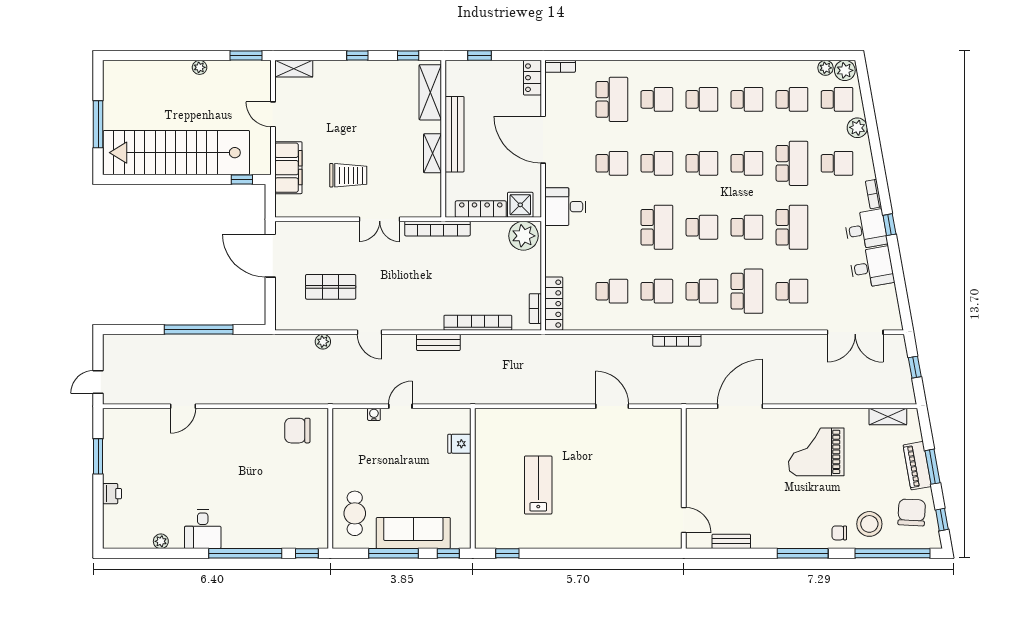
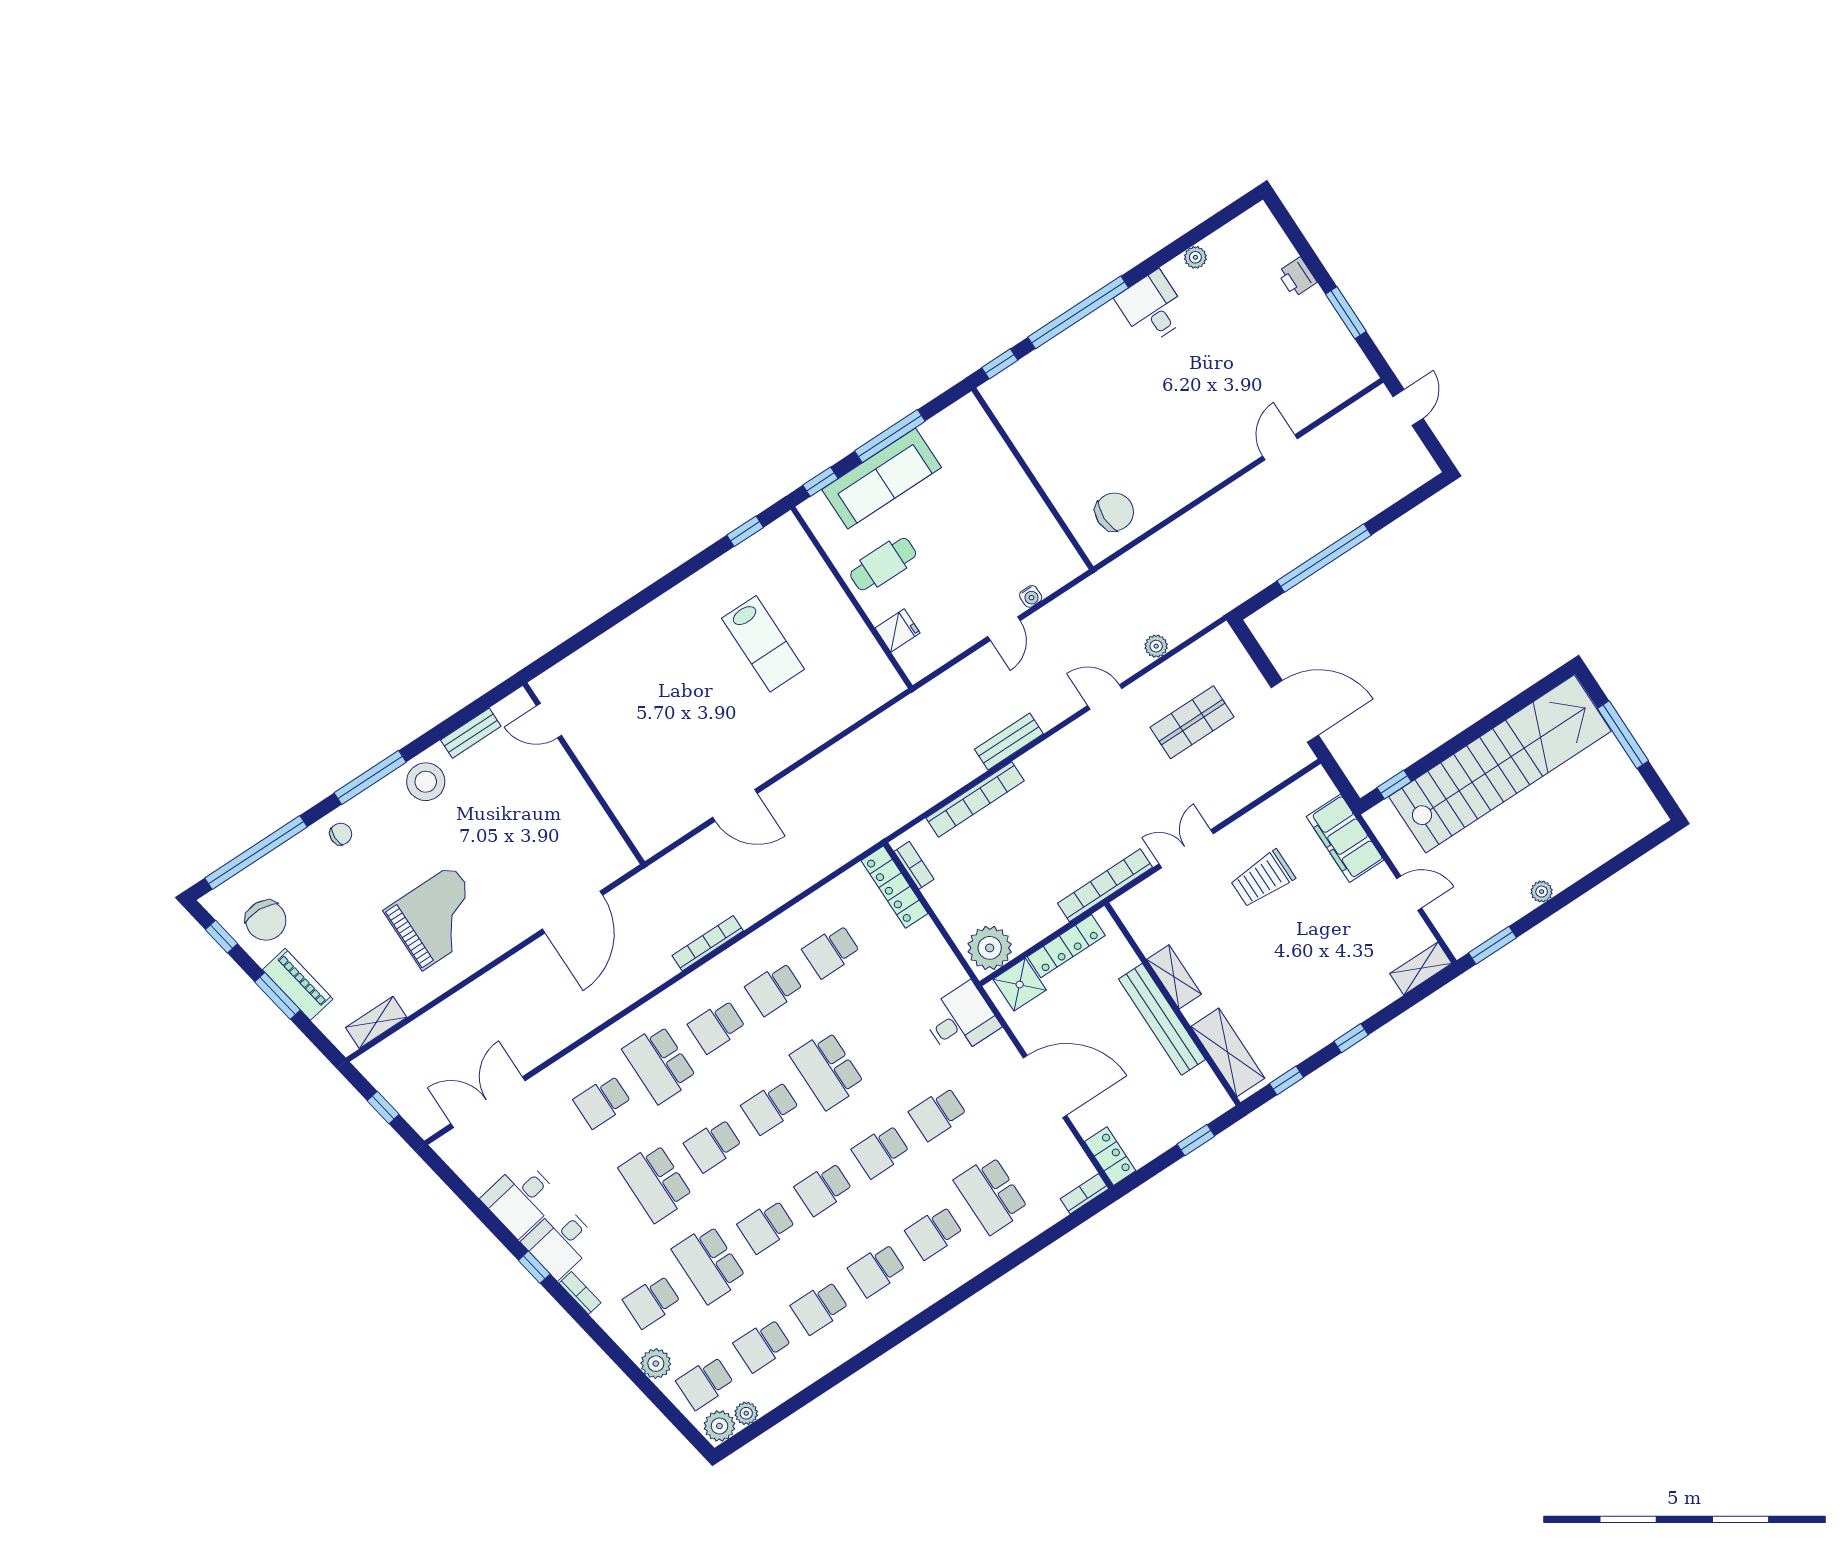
cafe table: (355, 513) -> (883, 564), moved, turned 90
stool: (869, 524) -> (426, 782), moved

